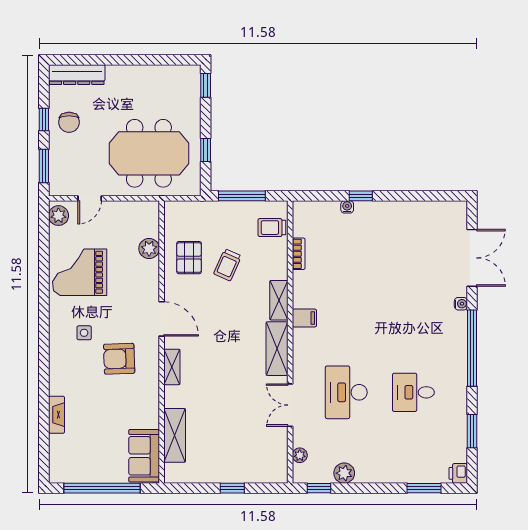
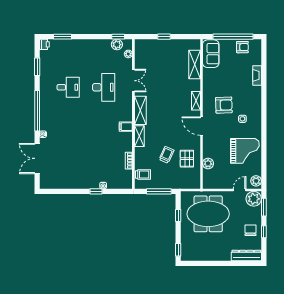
plant: (63, 182) -> (254, 199), added
armchair: (84, 468) -> (242, 47), added
plant: (344, 473) -> (117, 45), moved

